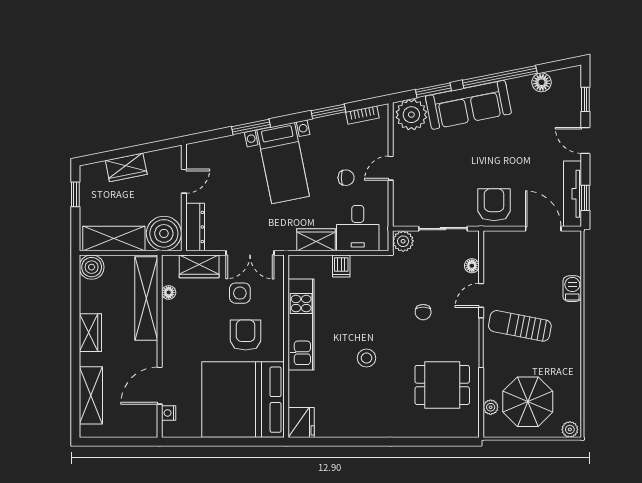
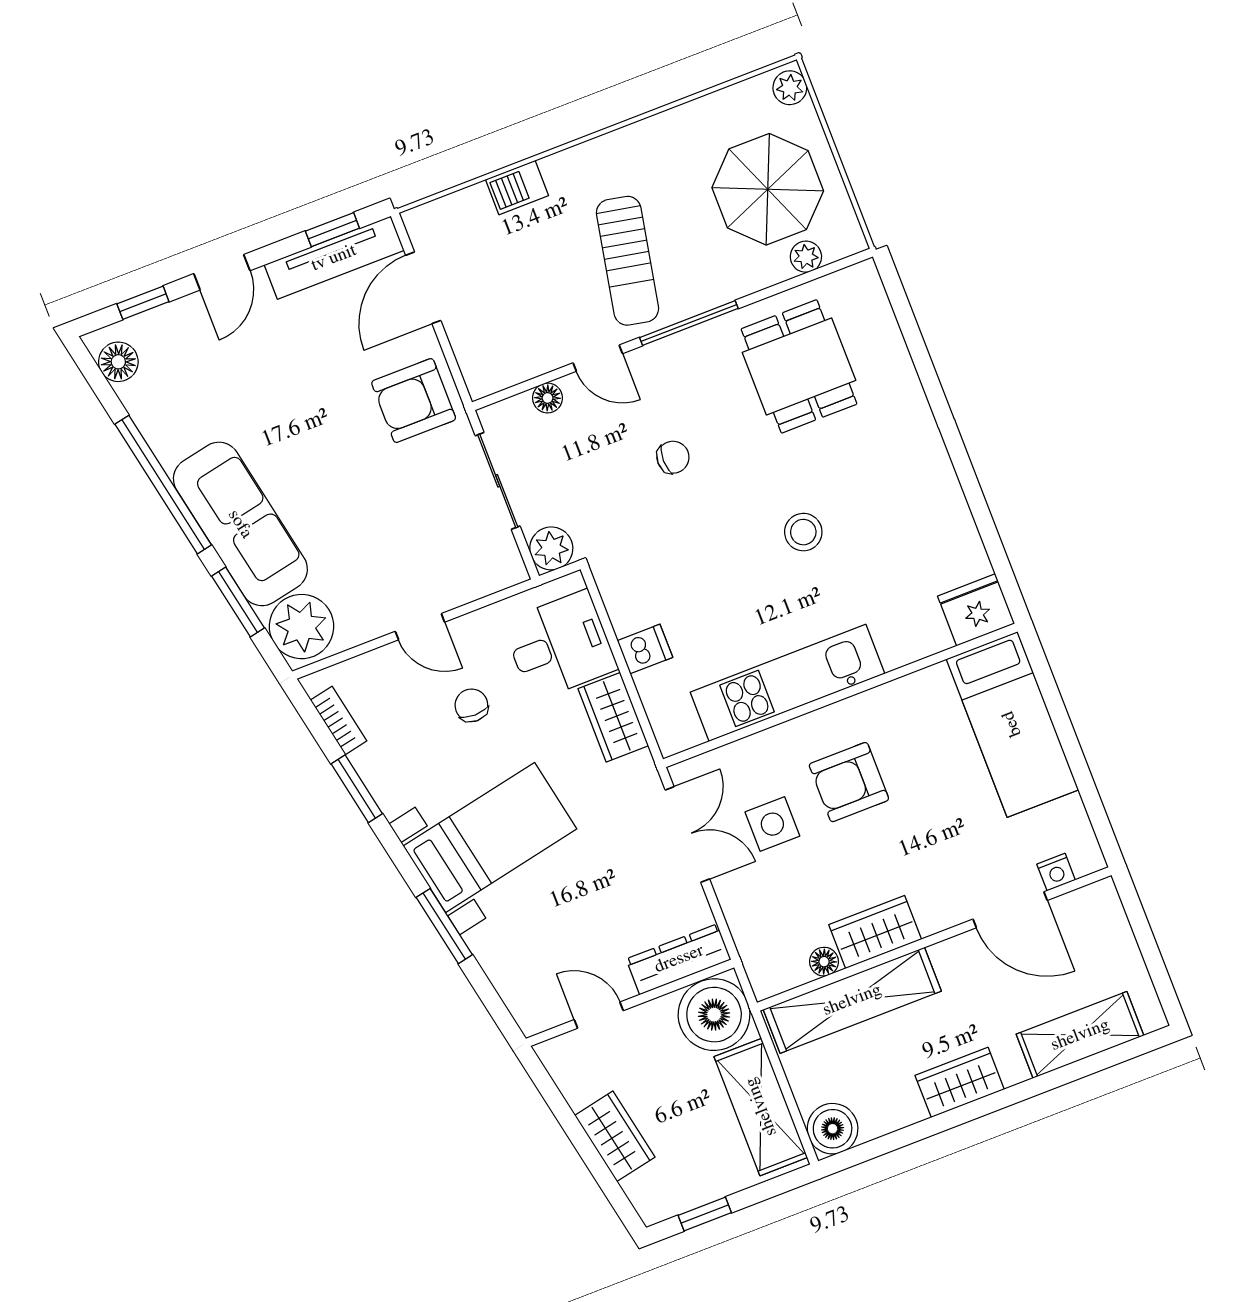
floor lamp: (541, 82) -> (118, 362), moved
wardrobe: (199, 266) -> (875, 932), moved, turned -90
bed: (243, 400) -> (1012, 724), width x0.49

